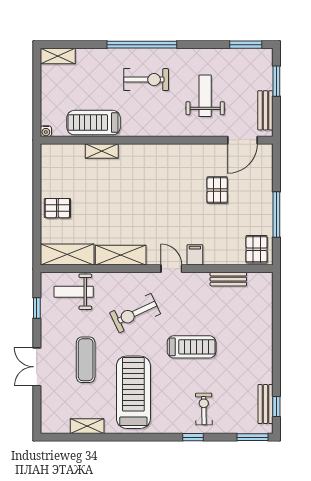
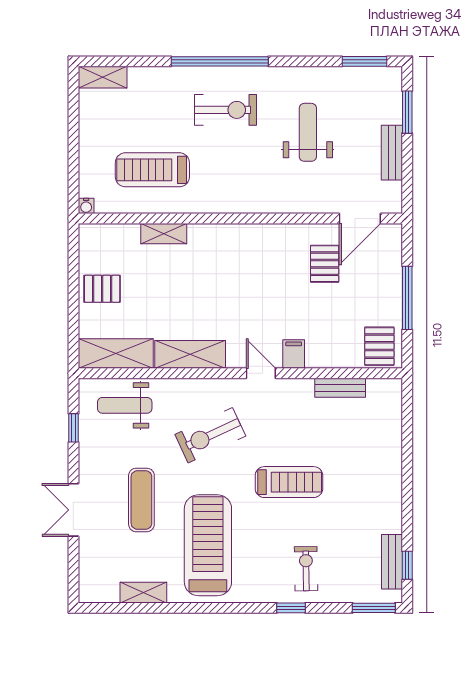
water cooler: (46, 131) -> (86, 206), moved
wall: (157, 140) -> (240, 219), moved
door: (242, 140) -> (360, 219), moved
shelving: (102, 151) -> (164, 234), moved

